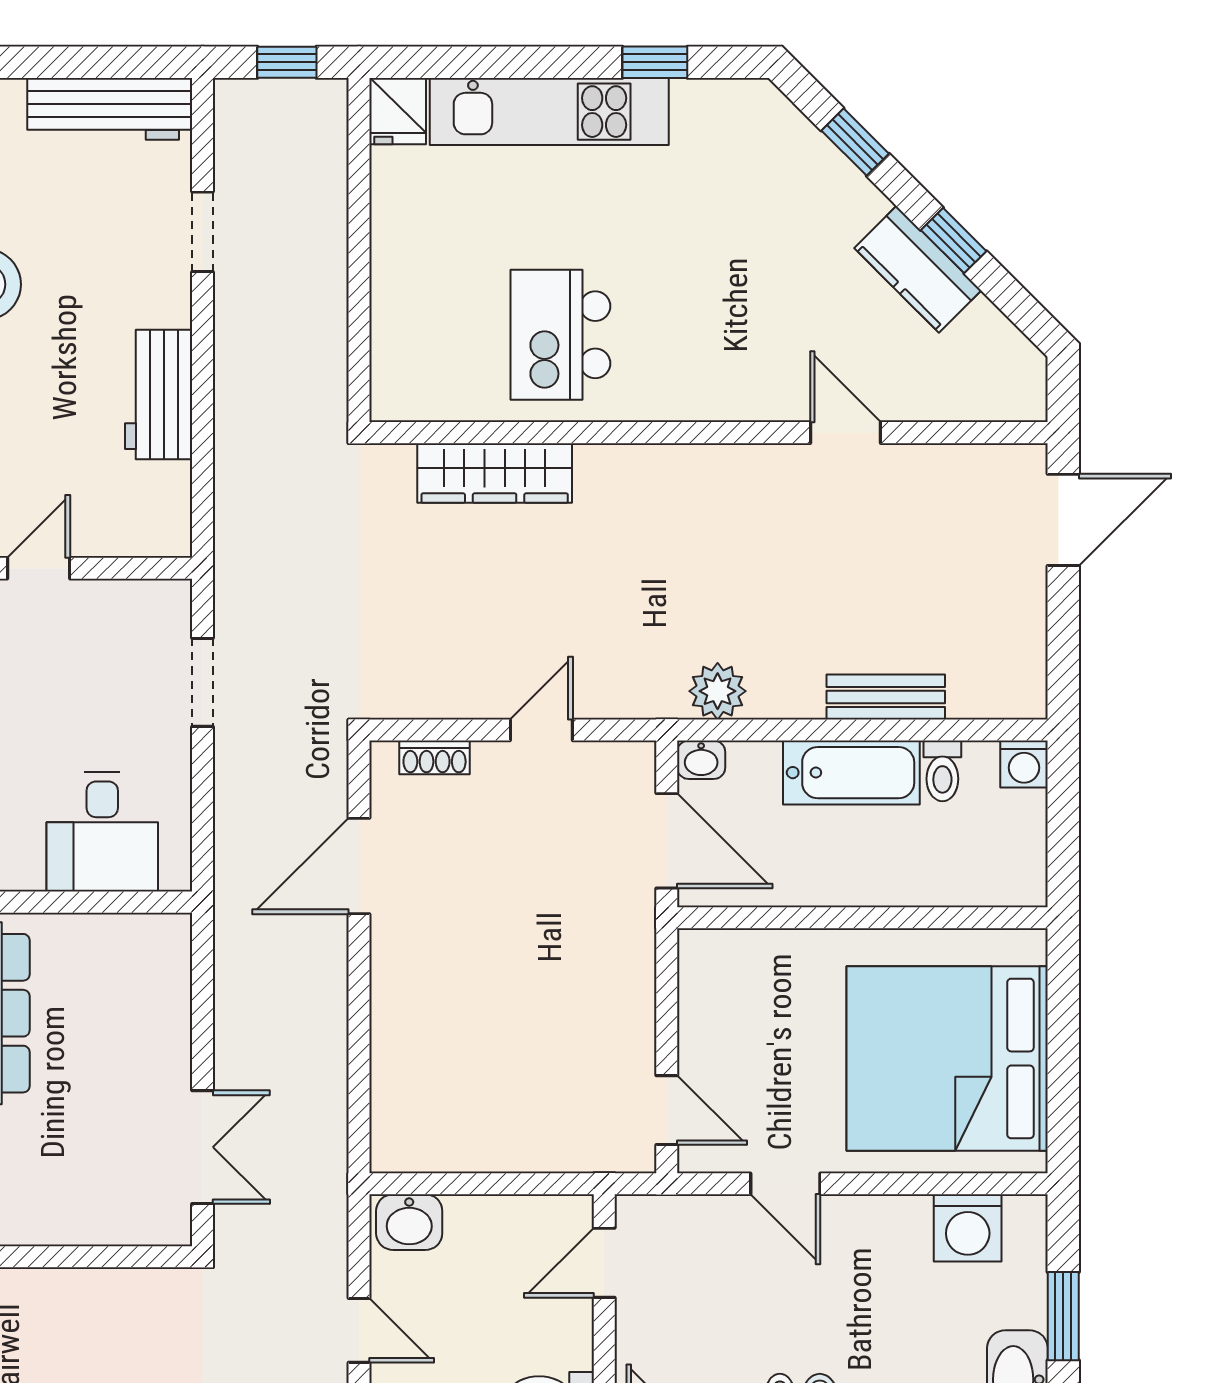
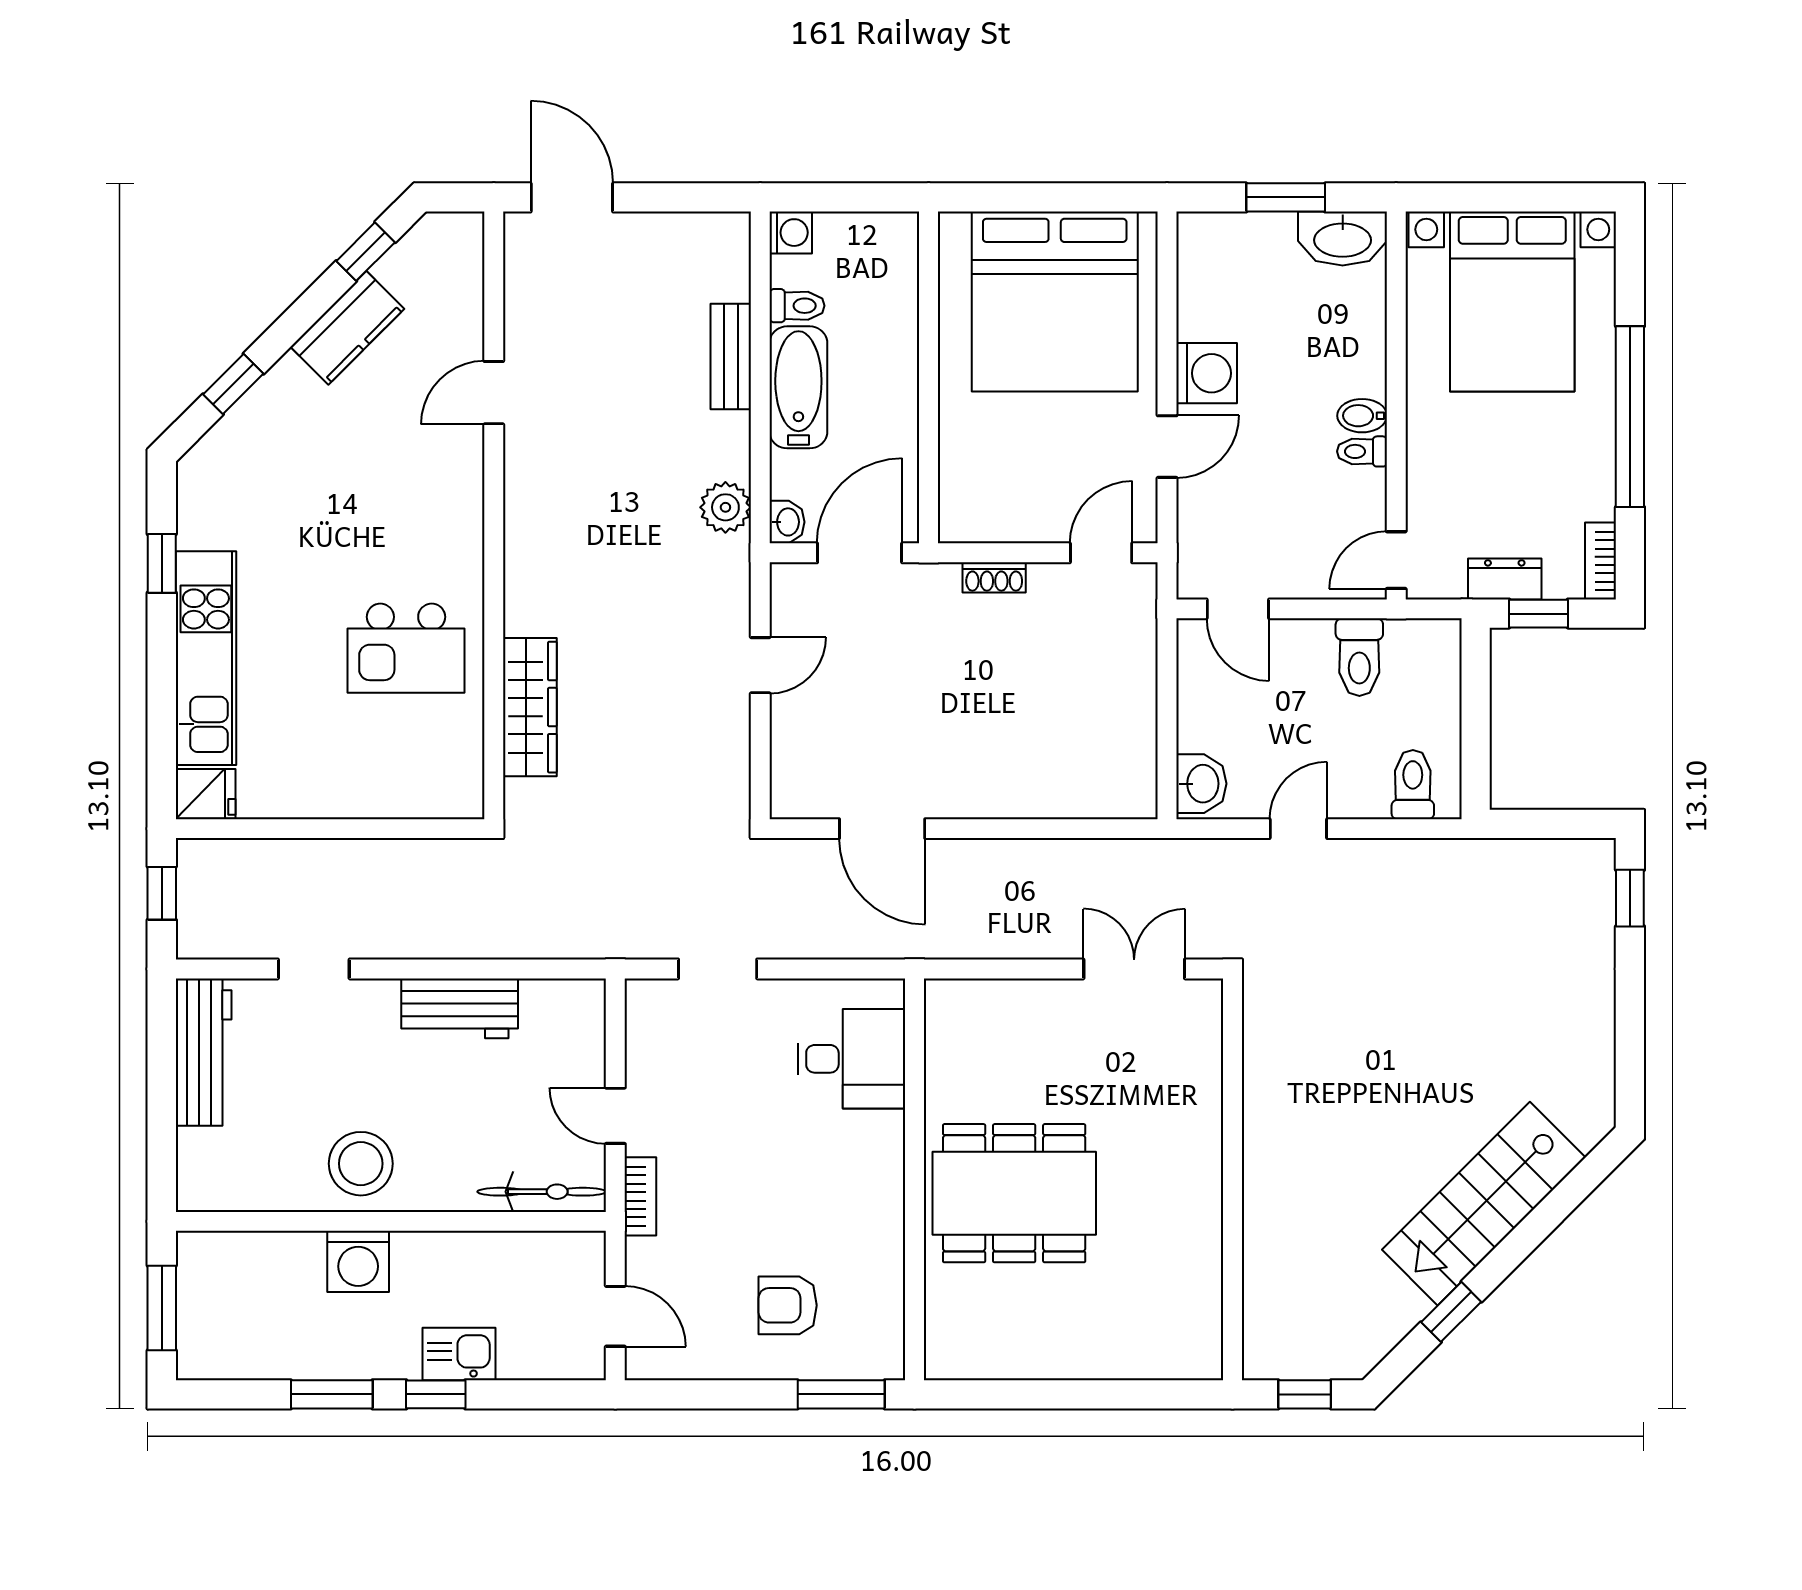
window: (954, 241) -> (366, 252), moved
door: (541, 730) -> (760, 665), swing flipped
shoe rack: (435, 757) -> (994, 577), moved, turned 90
washing machine: (968, 1228) -> (1207, 373), moved

